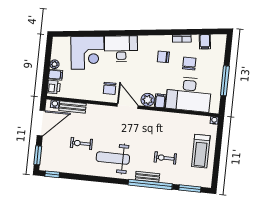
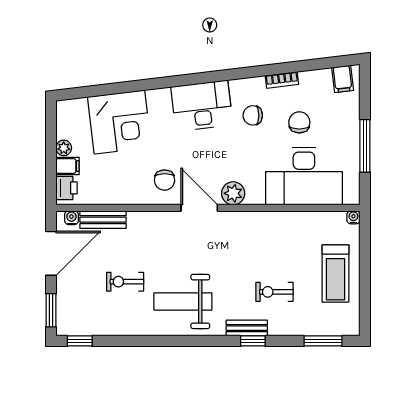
filing cabinet: (205, 42) -> (343, 79), moved
desk: (121, 49) -> (202, 106), moved
filing cabinet: (160, 101) -> (255, 193), removed
window: (150, 184) -> (253, 341), width x0.32

